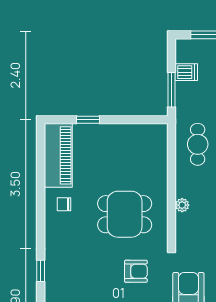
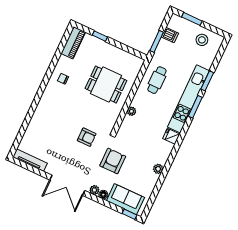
piano: (58, 155) -> (73, 43), width x0.73, depth x0.75
dining table: (125, 214) -> (106, 84), moved
window: (41, 271) -> (31, 111), removed

